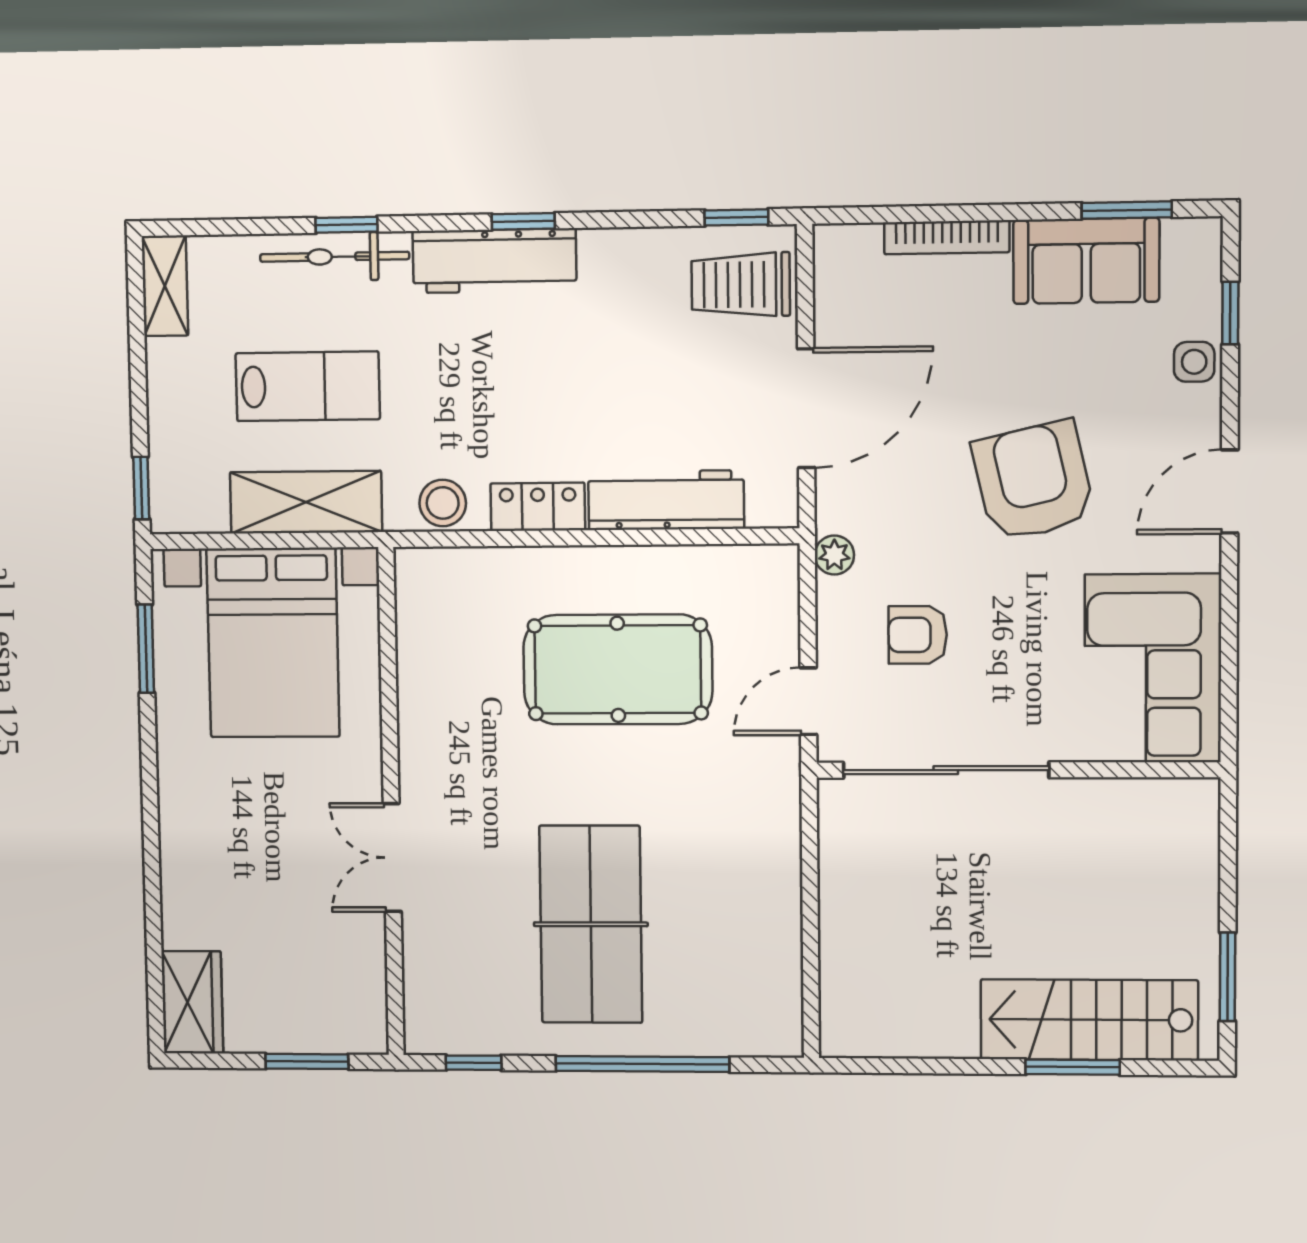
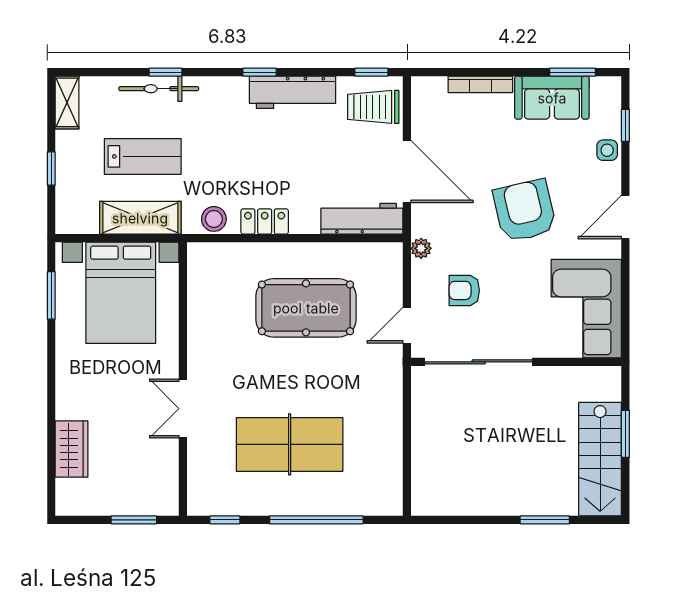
workbench: (494, 261) -> (293, 92), moved
door: (806, 408) -> (407, 171), hinge flipped
window: (141, 488) -> (51, 168), moved
workbench: (666, 500) -> (362, 219), moved
table tennis table: (591, 924) -> (290, 444), turned 90
window: (1228, 977) -> (625, 434), moved
wardrobe: (192, 1002) -> (71, 449), moved
stairs: (1089, 1020) -> (600, 459), moved, turned -90

